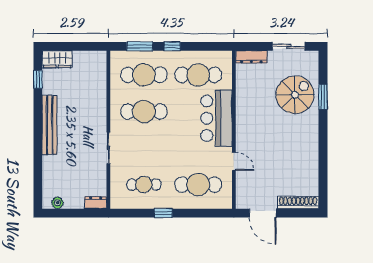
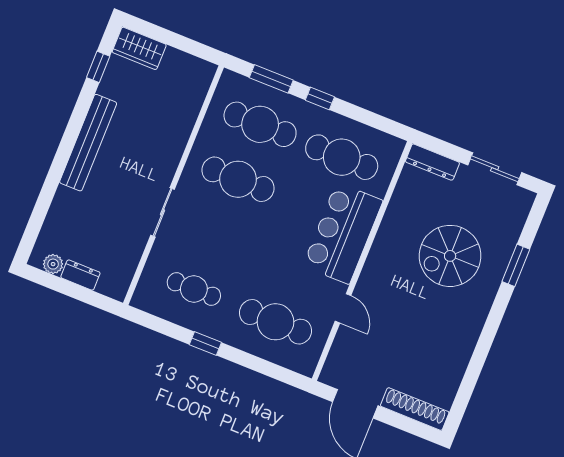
spiral stairs: (295, 95) -> (450, 256), moved, turned 180
dresser: (96, 203) -> (80, 275), moved

